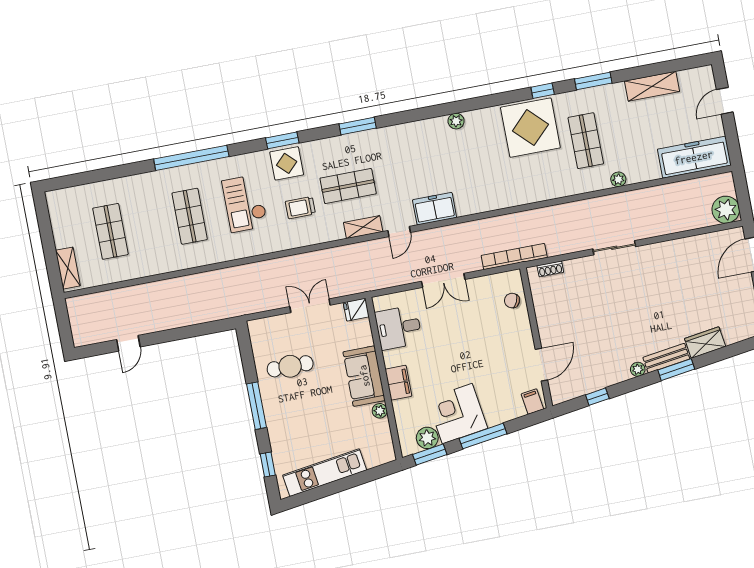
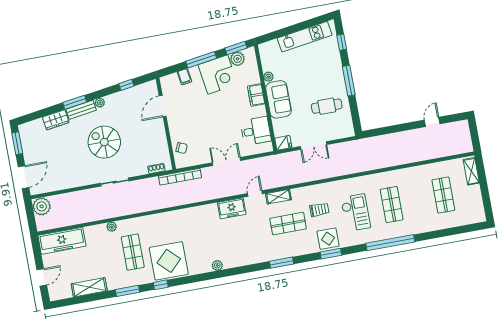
spiral stairs: (631, 309) -> (104, 142), added
filing cabinet: (532, 402) -> (185, 77), moved

